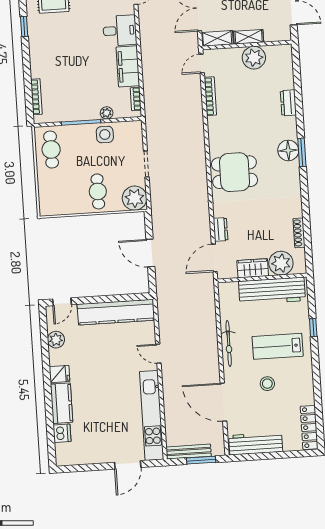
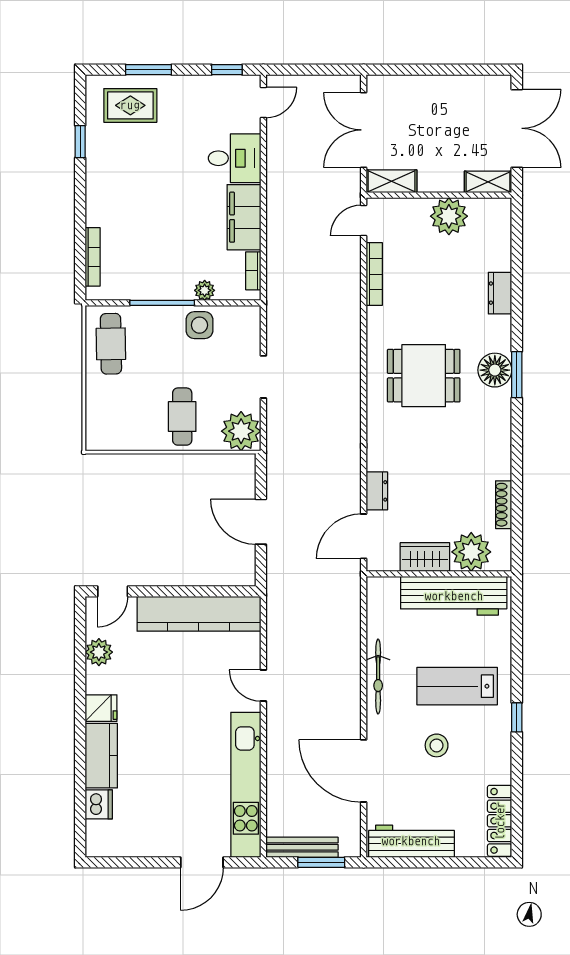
shelving: (249, 37) -> (488, 182), moved
dining table: (235, 172) -> (424, 376), moved
window: (313, 328) -> (517, 717), moved

